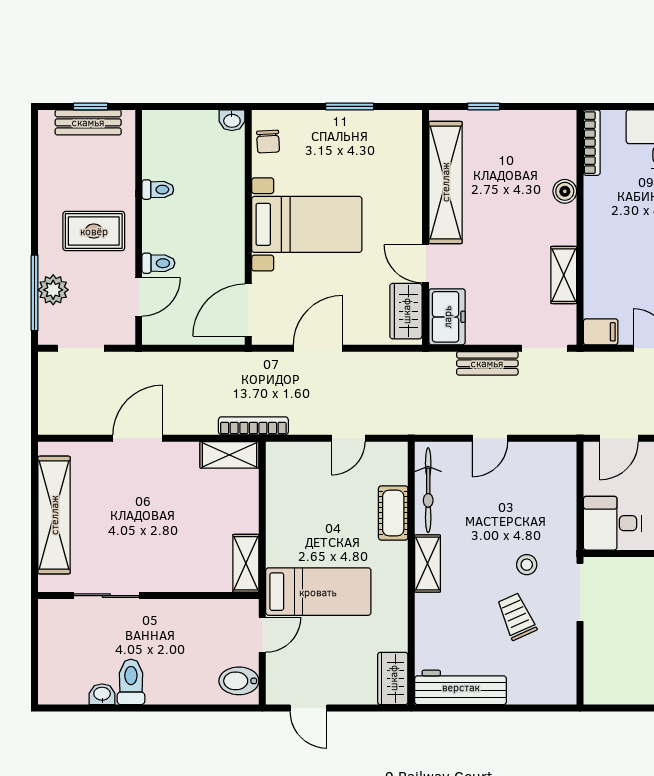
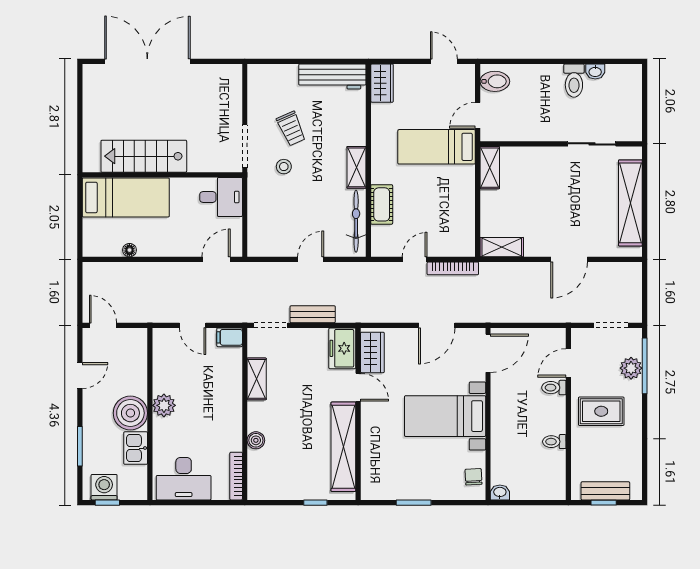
bookcase: (253, 426) -> (453, 268), moved

